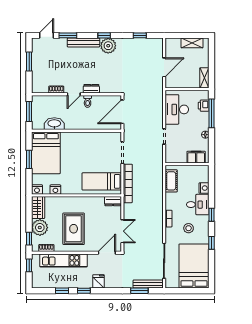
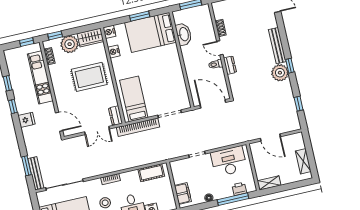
window: (68, 35) -> (281, 27), removed
rug: (74, 229) -> (89, 77), moved
double door: (122, 231) -> (97, 130), moved

